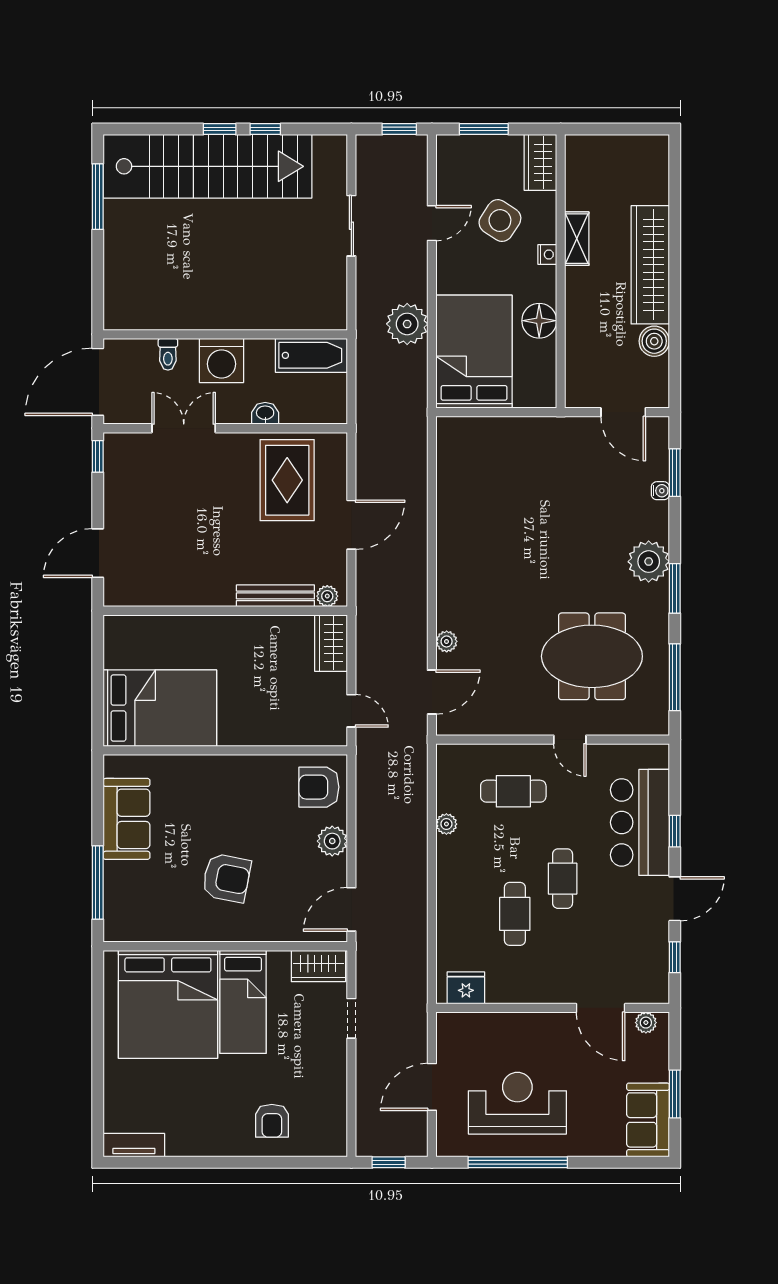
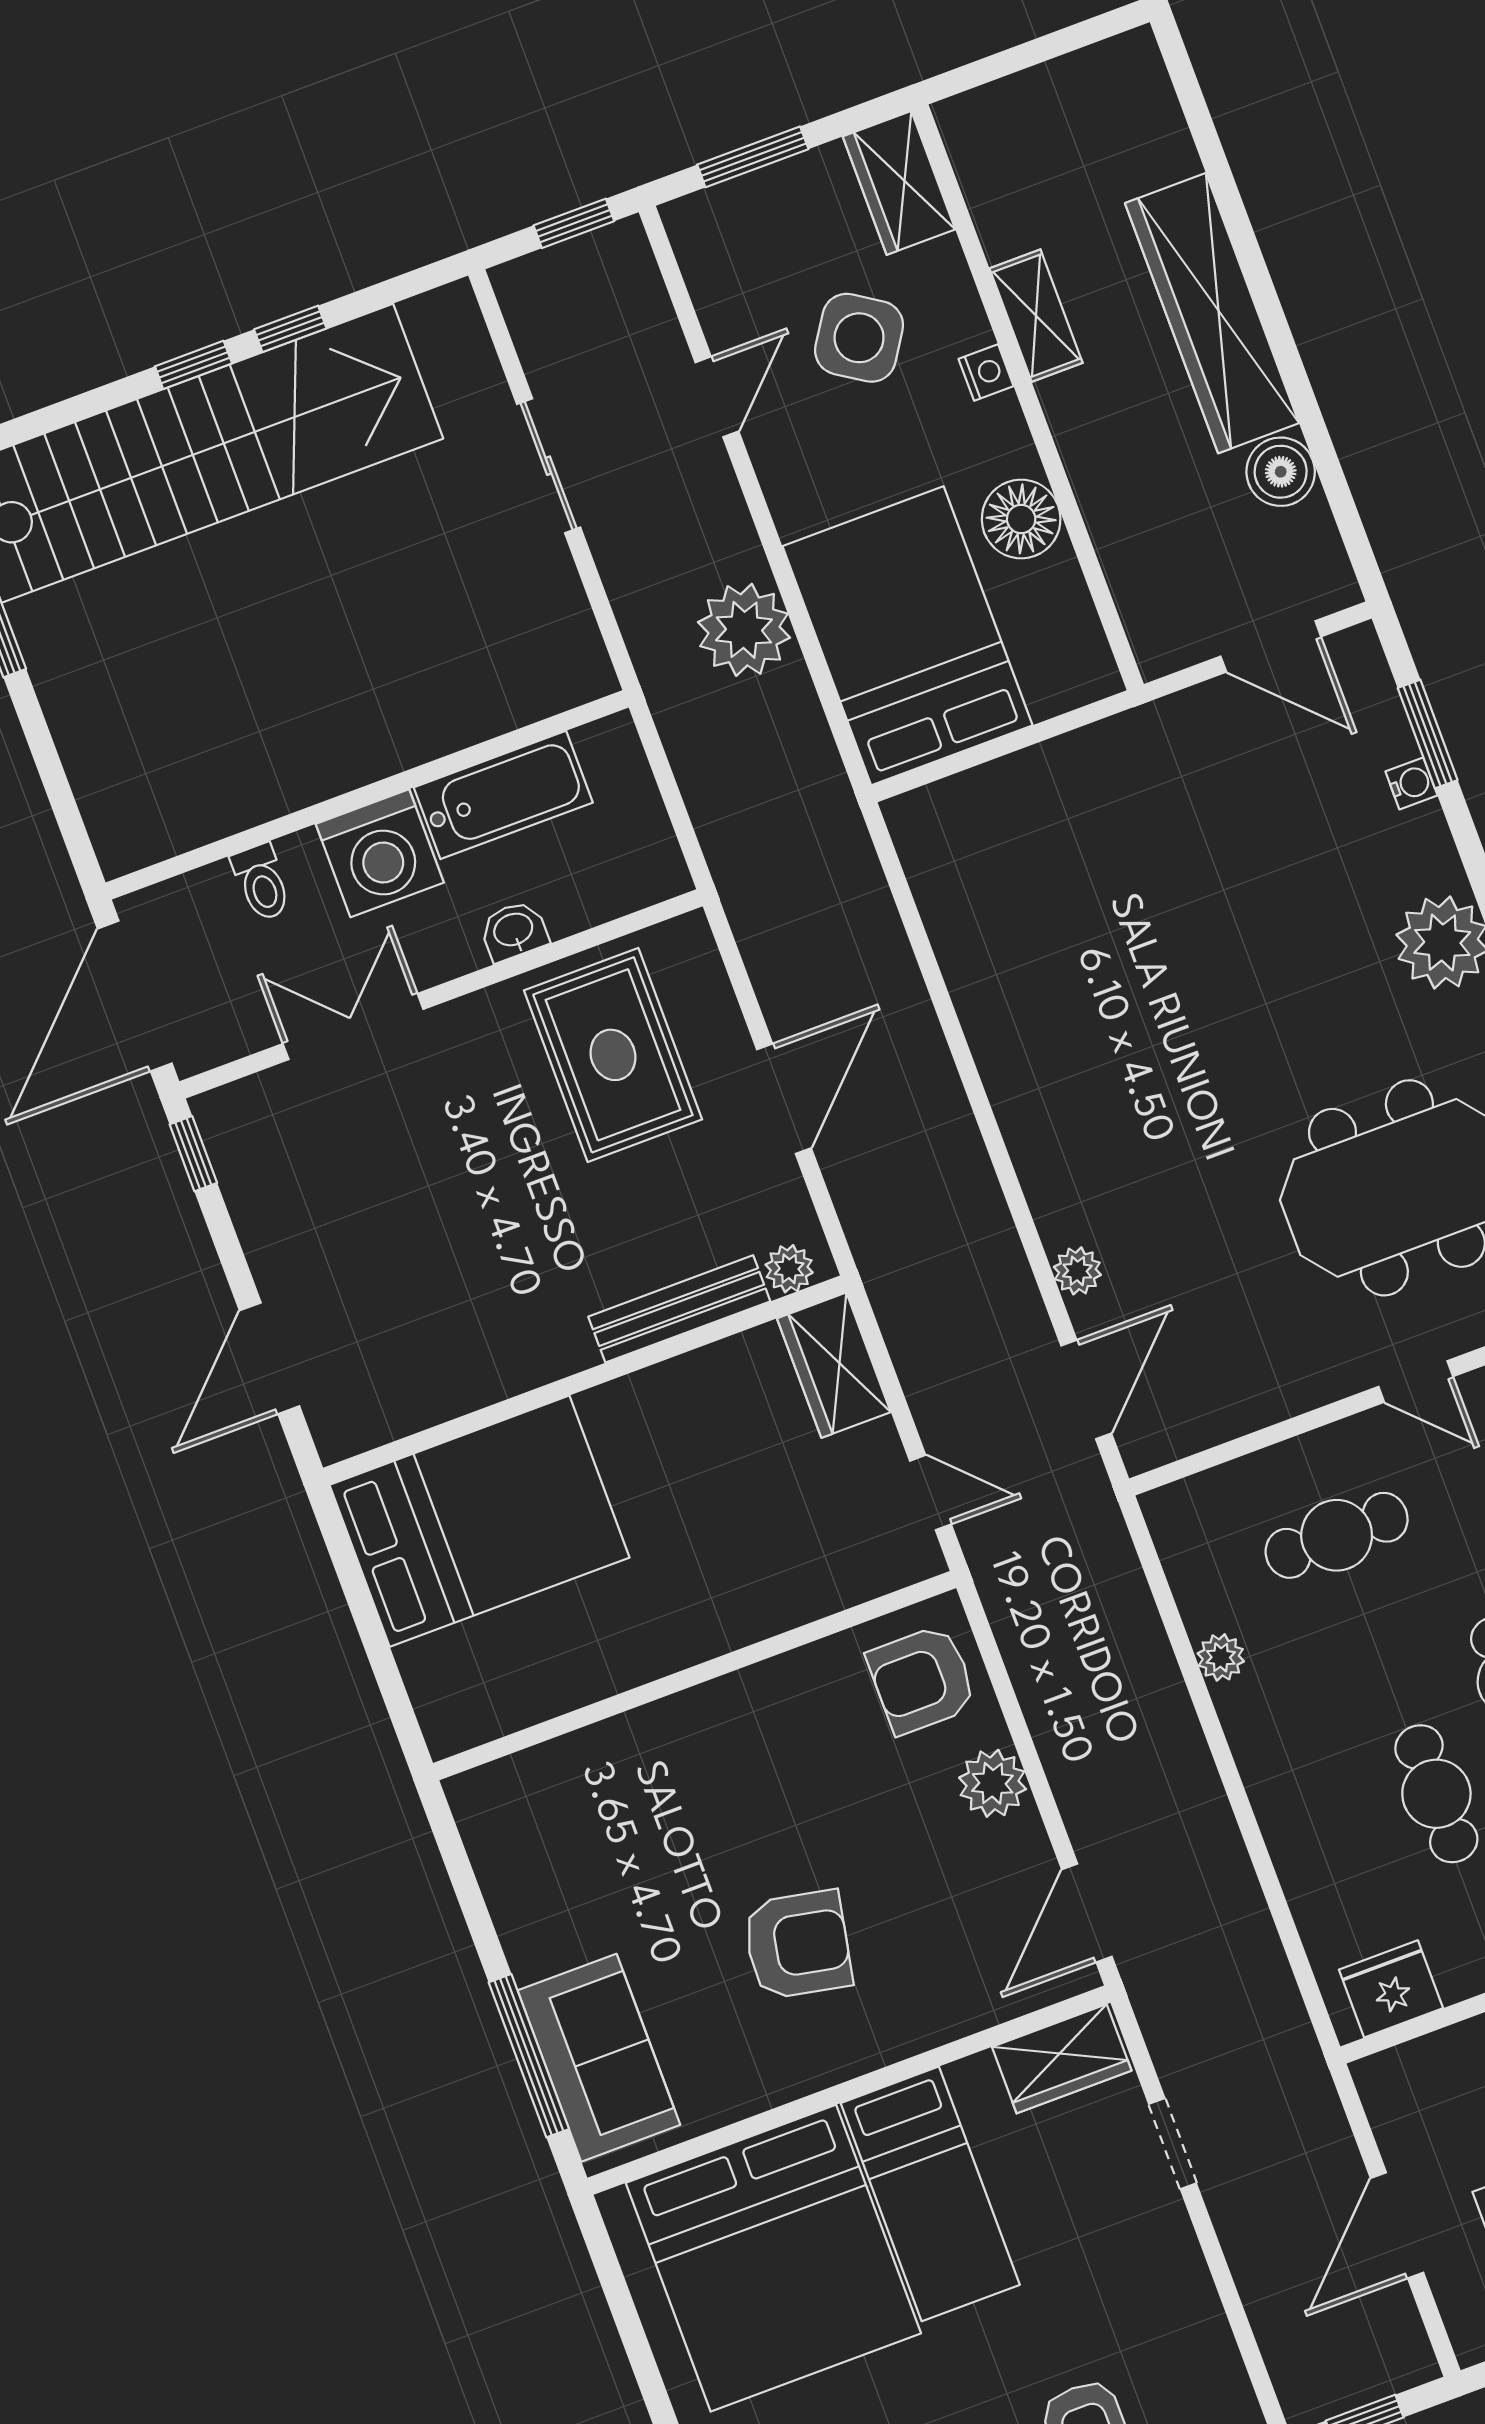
bathtub: (311, 355) -> (503, 795), moved
bed: (160, 708) -> (480, 1521), moved
sofa: (127, 819) -> (599, 2058), moved

